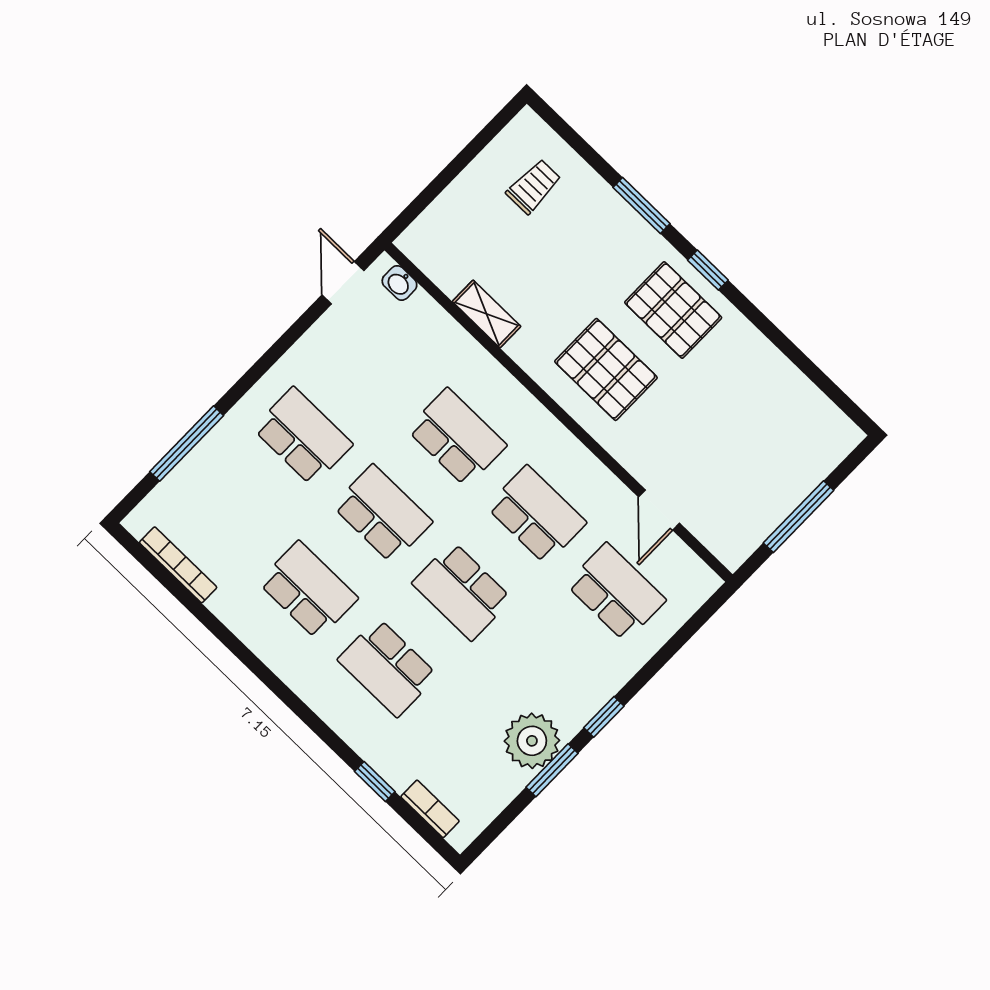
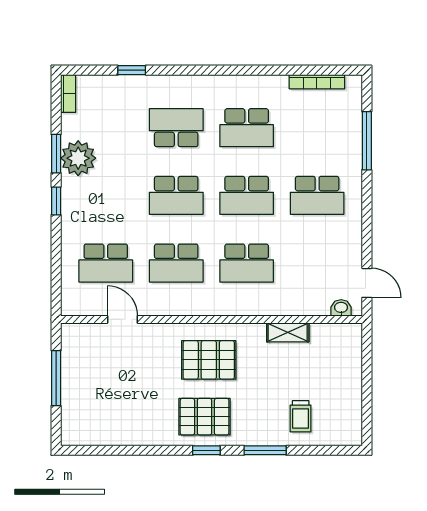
trolley: (534, 186) -> (301, 416), moved
school desk: (462, 591) -> (176, 195), turned 180
bookcase: (430, 809) -> (68, 94), moved, turned -90

